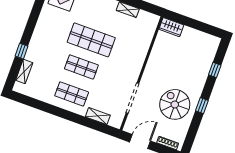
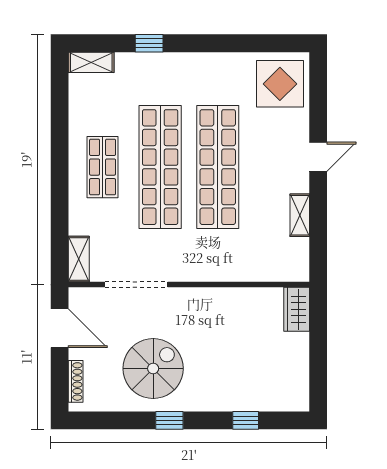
shop shelf: (91, 40) -> (218, 167), width x1.40
shop shelf: (81, 67) -> (160, 167), width x2.00, depth x1.36
shelving: (24, 72) -> (91, 62), moved
shelving: (98, 116) -> (79, 259), moved

